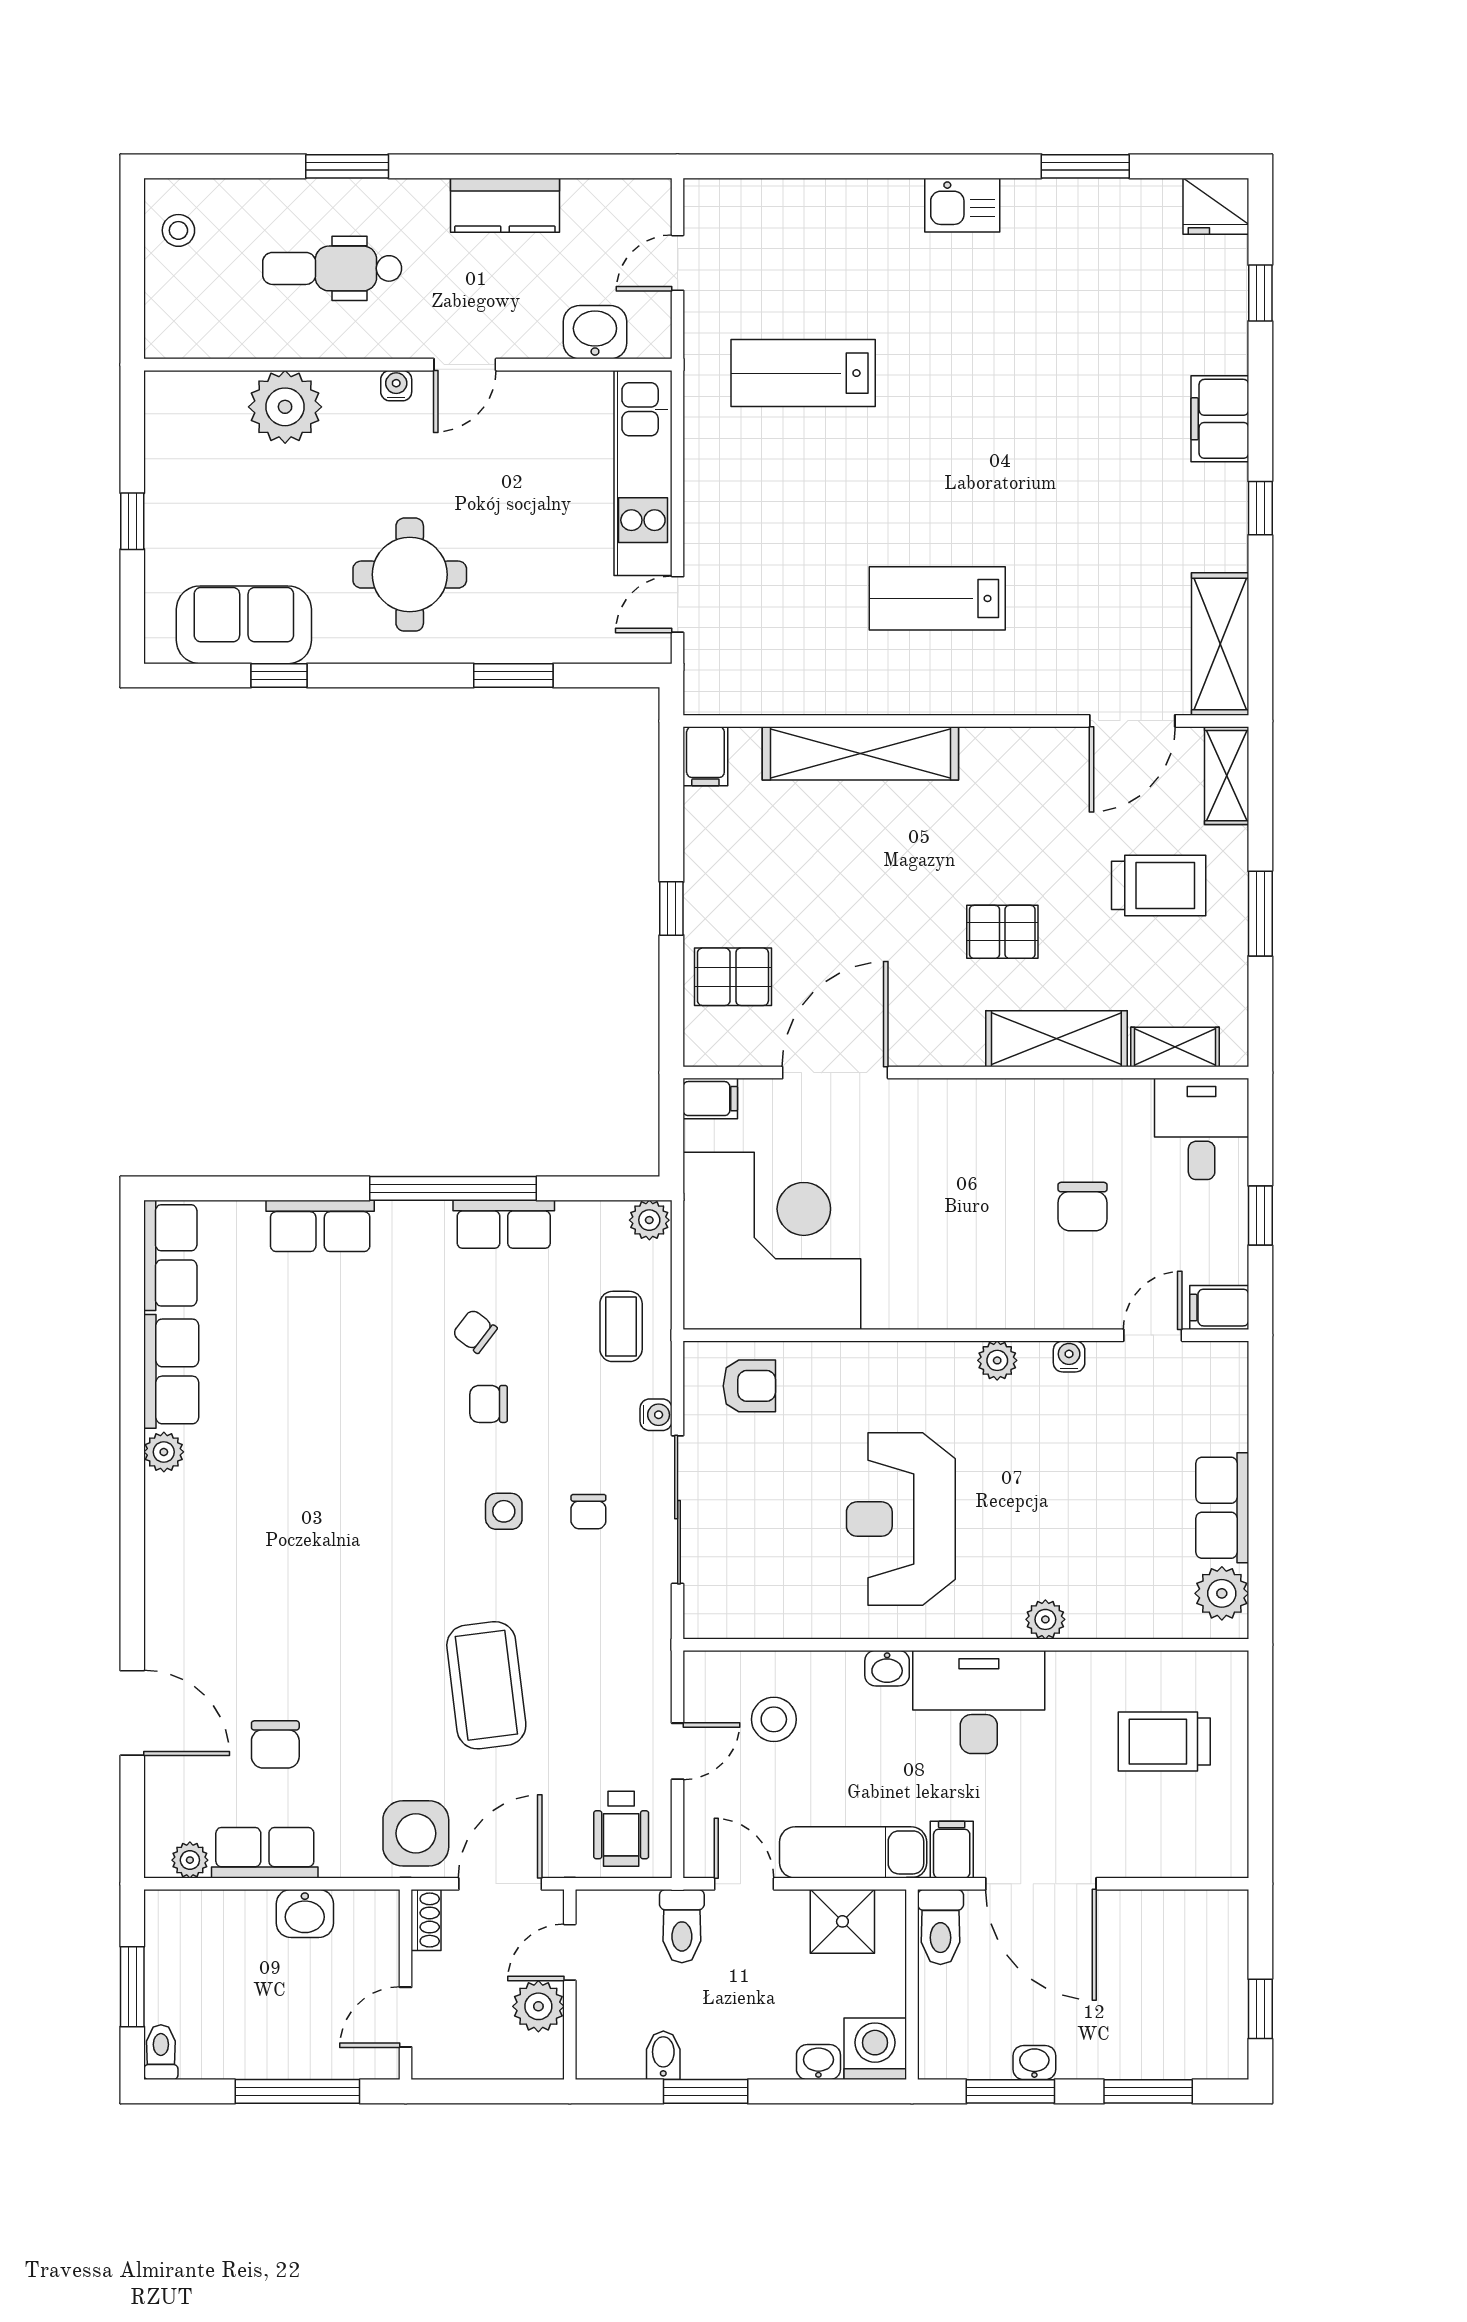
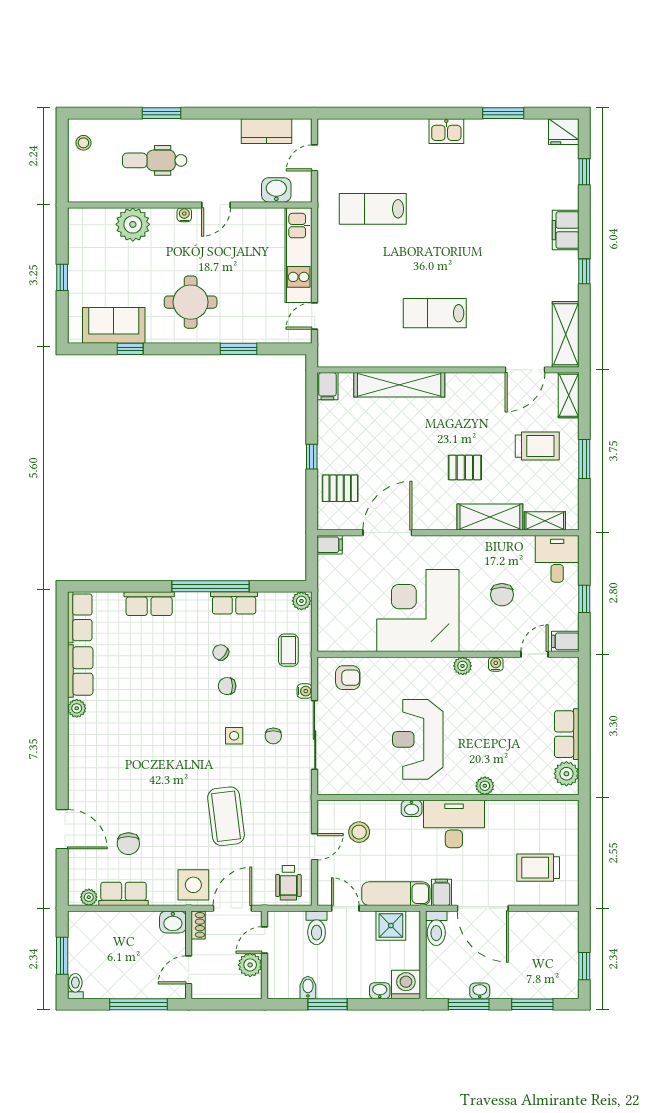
kitchen counter: (505, 205) -> (266, 131), moved
corner desk: (772, 1241) -> (418, 611), moved, turned -90
trolley: (1164, 1742) -> (538, 868), moved
washbasin: (305, 1913) -> (173, 922), moved

